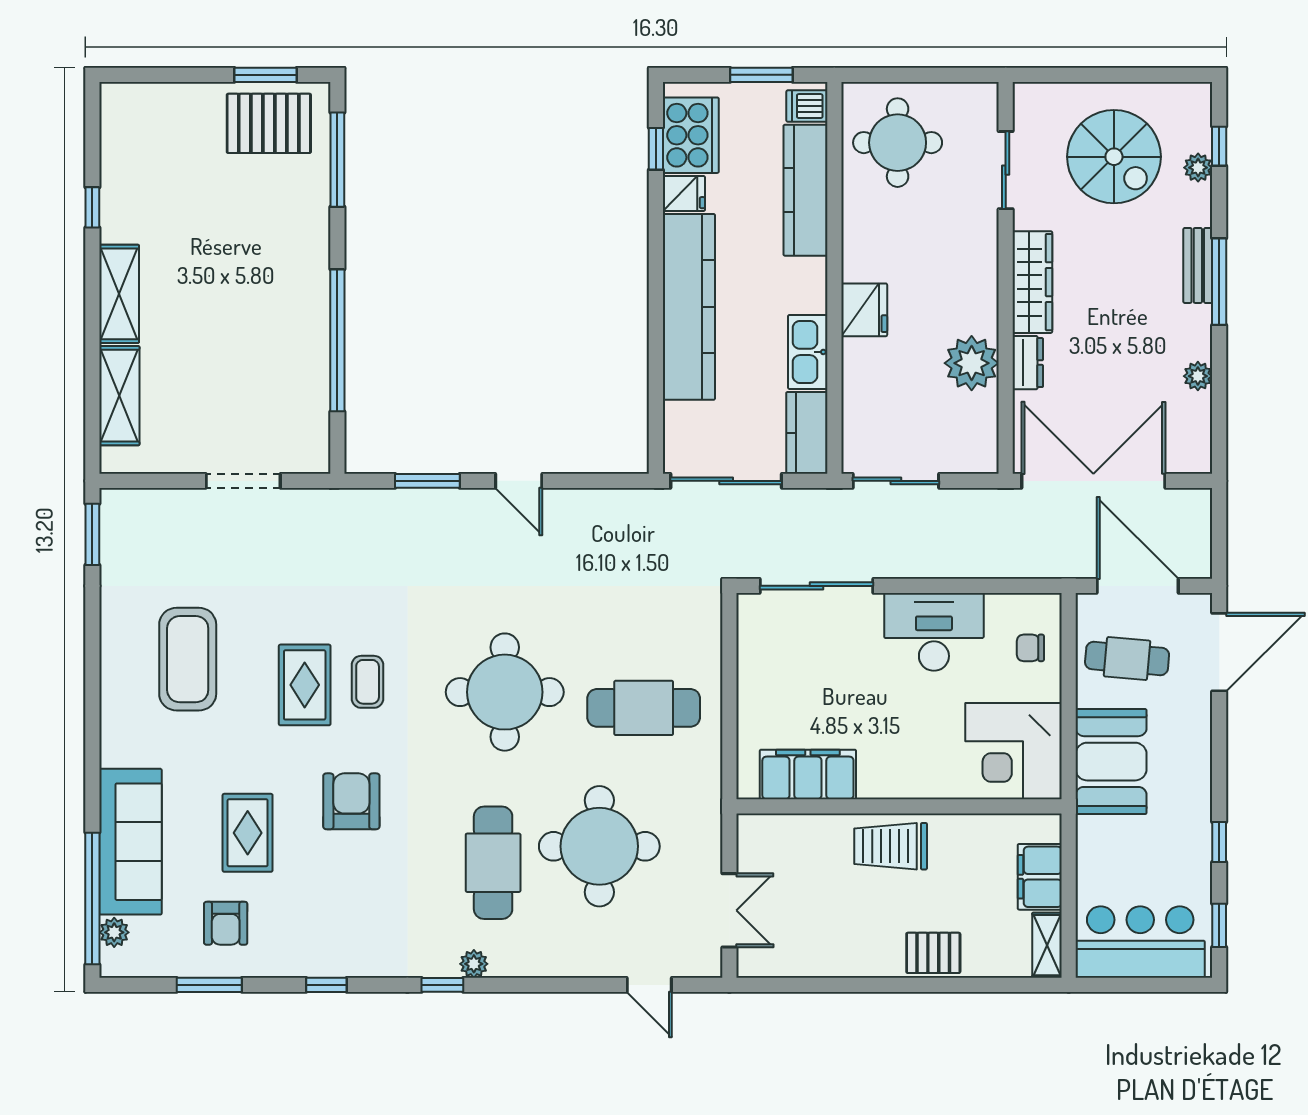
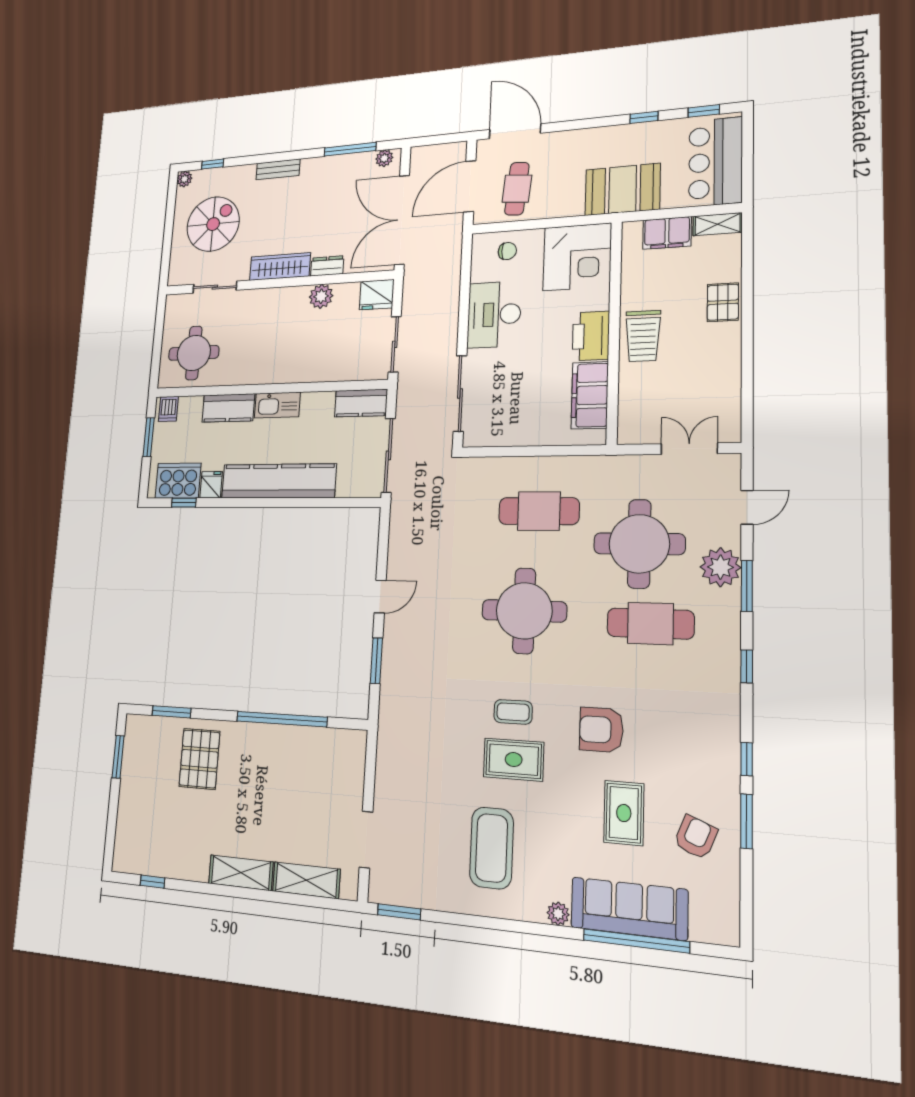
pallet: (269, 123) -> (199, 759), moved
window: (337, 160) -> (172, 712), width x0.69
plant: (1198, 168) -> (185, 179), moved
kitchen counter: (805, 190) -> (228, 408), width x0.67
window: (92, 207) -> (153, 882), moved
window: (1219, 282) -> (350, 149), moved
fridge: (864, 310) -> (377, 295), moved, turned 180
kitchen sink: (808, 352) -> (277, 405), moved
plant: (972, 363) -> (321, 296), width x0.73, depth x0.73
plant: (1198, 376) -> (384, 158), moved
doorway: (243, 481) -> (366, 840), moved
chair: (1030, 648) -> (507, 251), turned -90
coffee table: (188, 659) -> (491, 848), turned 90
cafe table: (644, 708) -> (539, 511), turned 90
booth: (1111, 762) -> (623, 189), moved
printer: (894, 774) -> (591, 336), added
rug: (248, 833) -> (624, 813), turned 90
window: (92, 899) -> (636, 941), moved
armchair: (226, 923) -> (696, 837), turned -68
plant: (114, 932) -> (558, 914), moved
plant: (474, 964) -> (720, 567), moved, width x1.88, depth x1.88
window: (209, 985) -> (746, 821), moved
window: (546, 985) -> (747, 586), added

